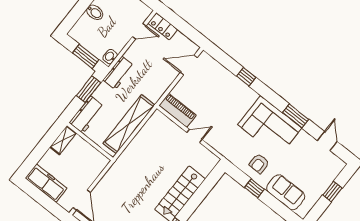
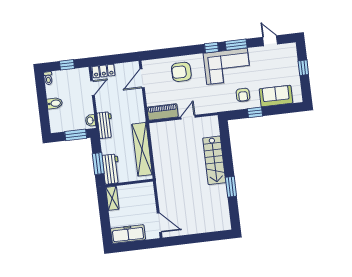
window: (246, 77) -> (211, 48), moved
window: (88, 89) -> (98, 164), moved
armchair: (227, 93) -> (181, 72), added

